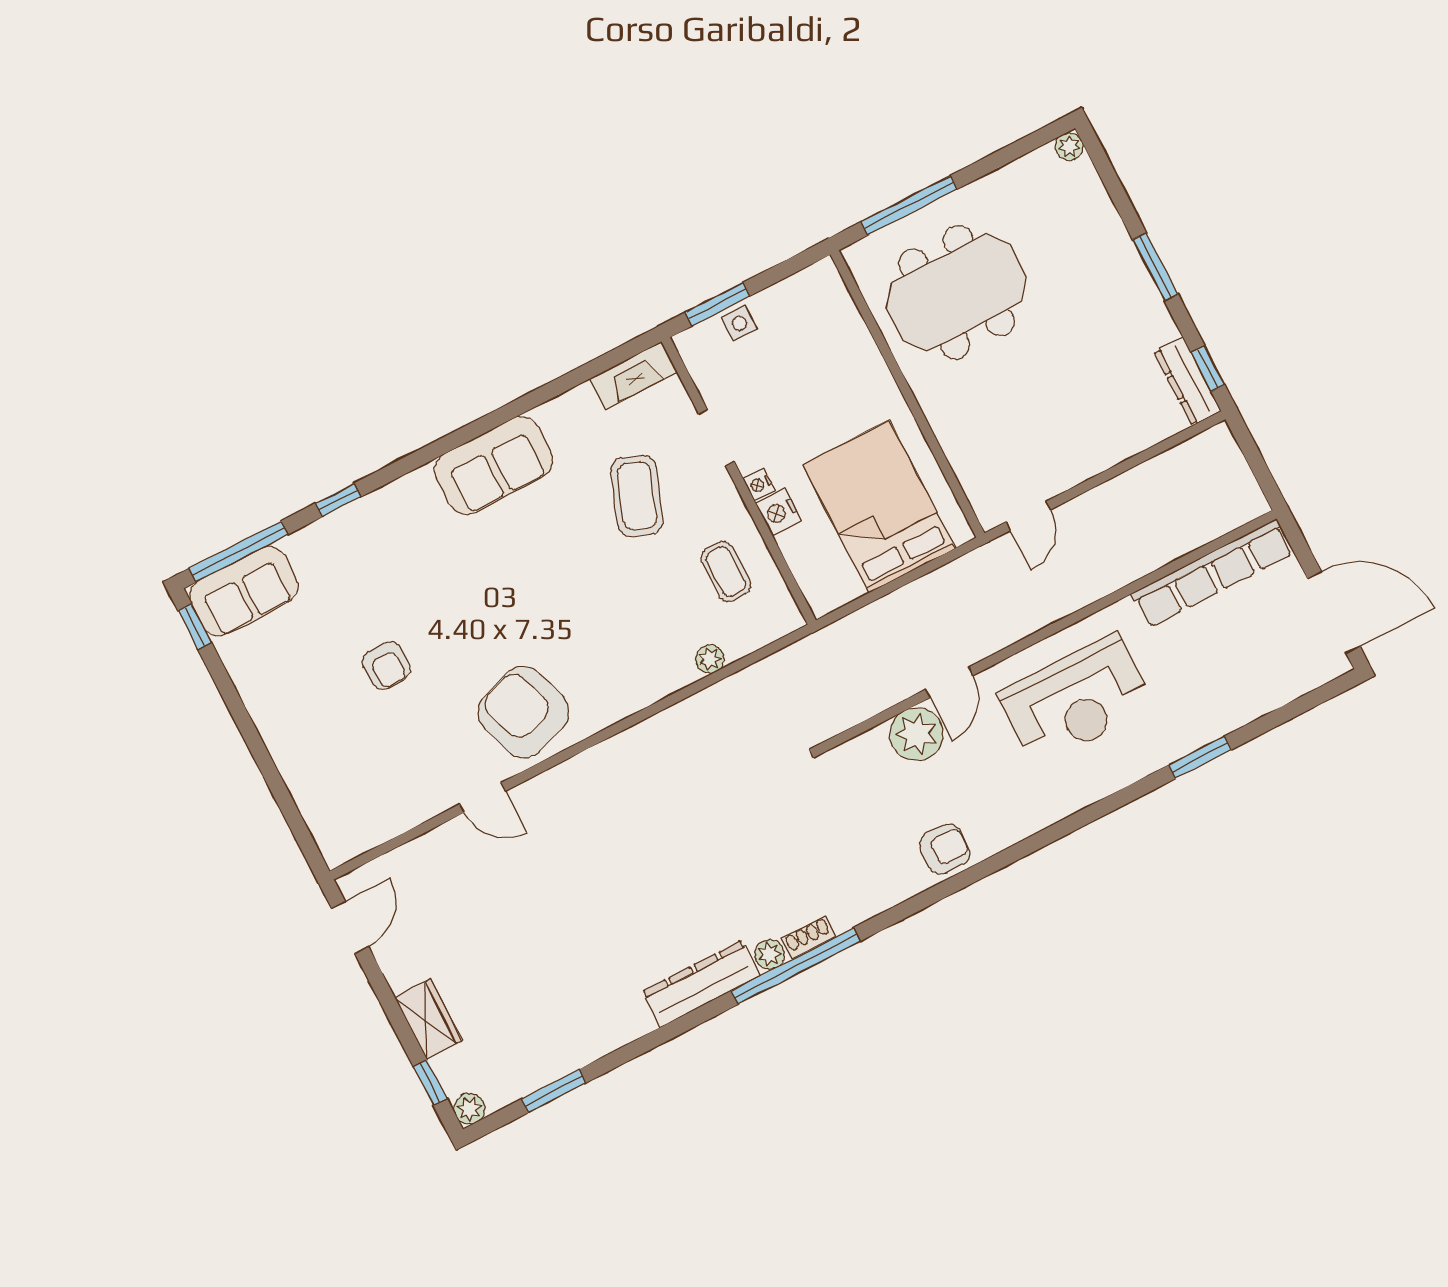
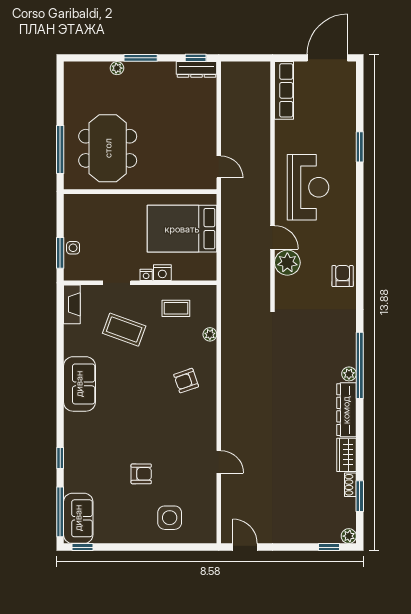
plant: (1069, 147) -> (117, 68), moved
row of seats: (1213, 573) -> (284, 90), width x0.73
armchair: (523, 712) -> (186, 381), moved, width x0.53, depth x0.53
side table: (332, 760) -> (170, 518), added
door: (482, 798) -> (219, 462), hinge flipped
shoe rack: (809, 937) -> (350, 485), moved
wardrobe: (428, 1019) -> (346, 455), moved, turned -90

